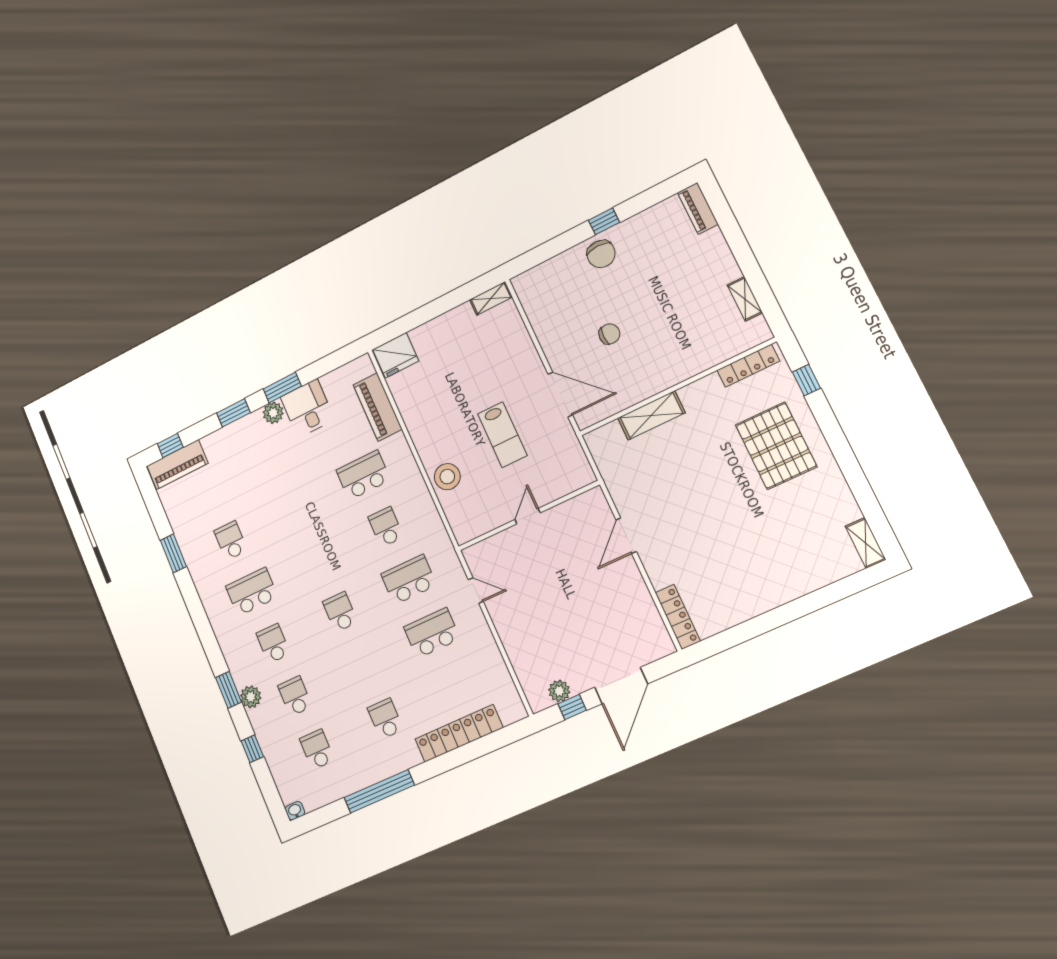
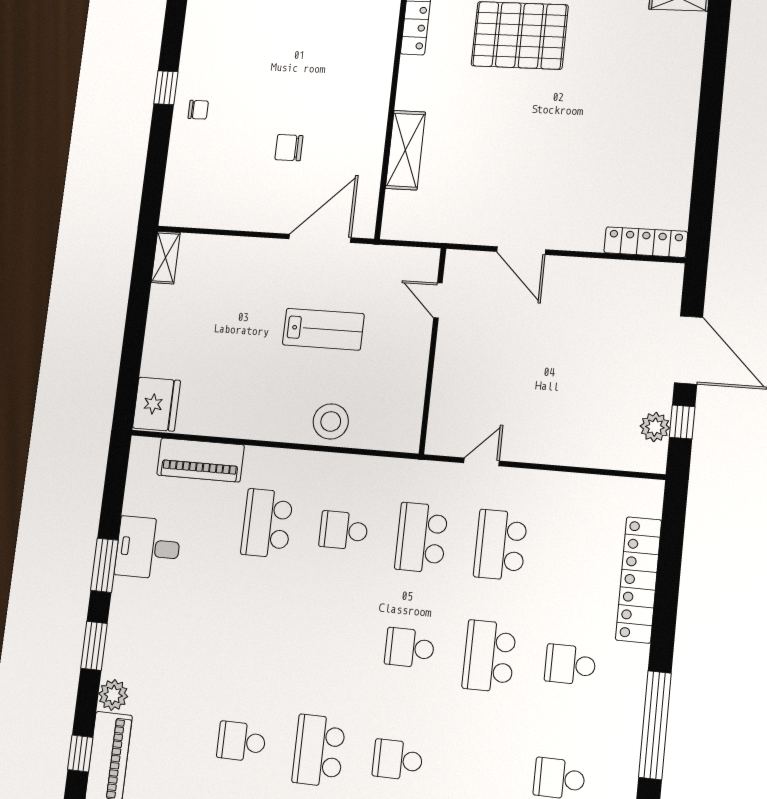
chair: (601, 254) -> (198, 110), width x0.54, depth x0.54
chair: (609, 334) -> (289, 148), turned -90
plant: (273, 413) -> (113, 695), moved
door: (528, 516) -> (438, 300), moved
school desk: (295, 696) -> (489, 656), moved, width x1.85

